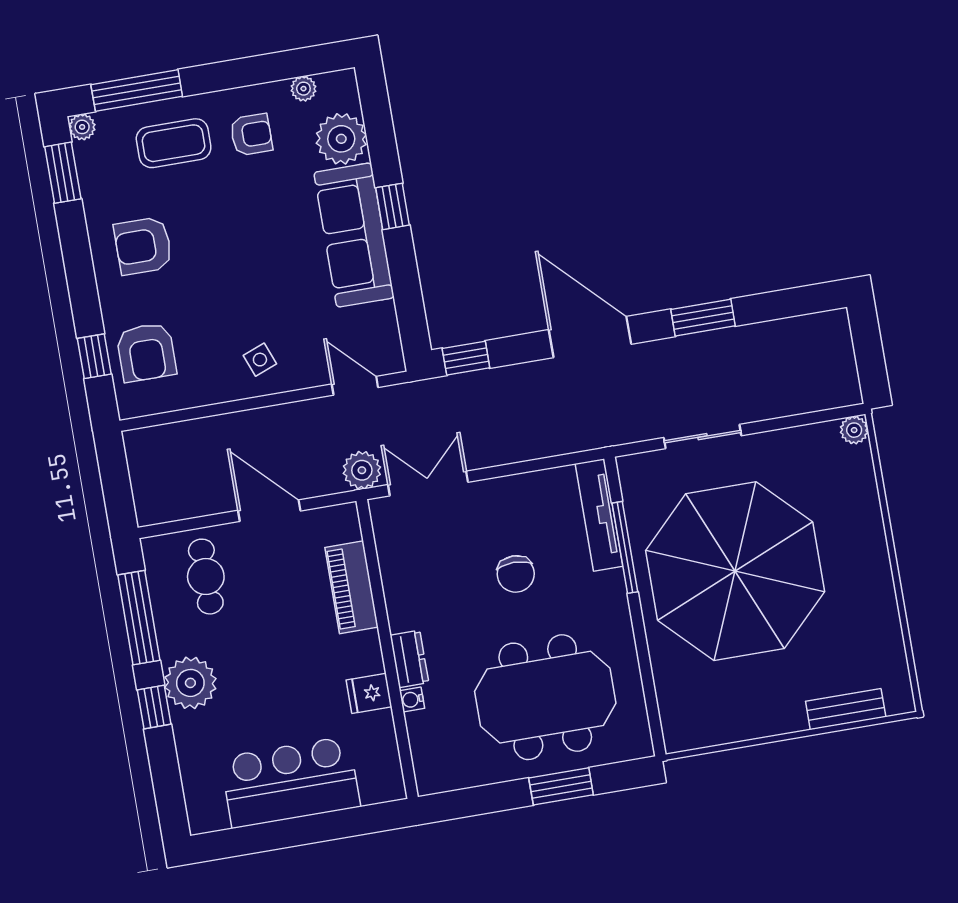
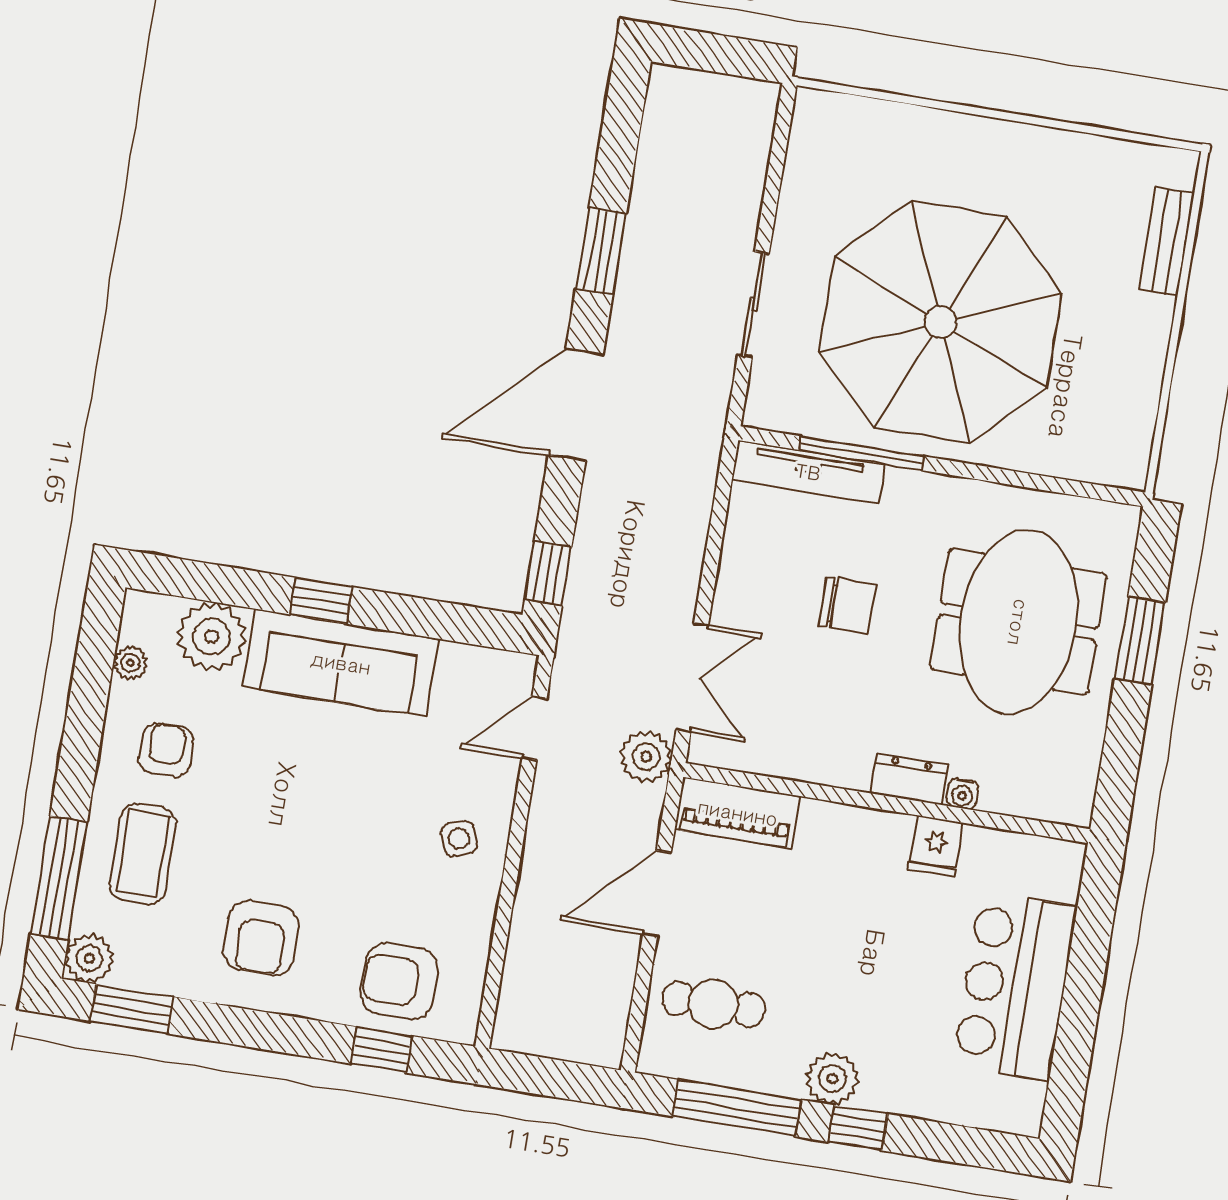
plant: (82, 127) -> (89, 958), width x1.38, depth x1.38
armchair: (146, 352) -> (399, 981), turned 180
plant: (854, 430) -> (812, 107), removed
double door: (428, 483) -> (692, 678), swing flipped
piano: (352, 587) -> (738, 813), moved
plant: (190, 683) -> (832, 1079), width x0.73, depth x0.73

